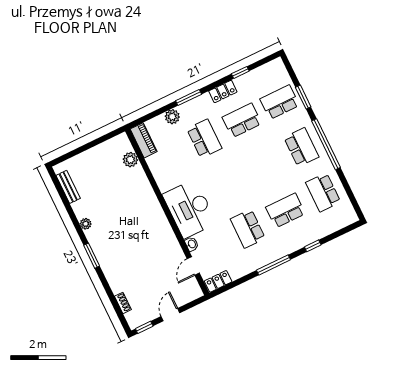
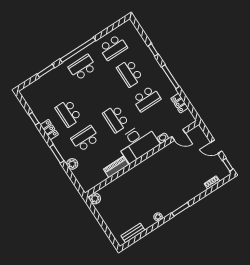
school desk: (280, 102) -> (116, 119), moved
piano: (144, 140) -> (116, 167), moved
plant: (130, 160) -> (95, 198), moved
locker: (218, 281) -> (180, 103), moved

